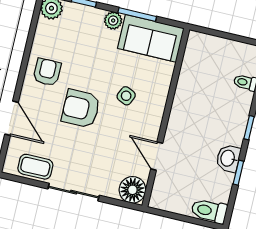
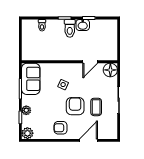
plant: (113, 21) -> (26, 110), moved
armchair: (81, 109) -> (75, 106), turned 180
coffee table: (35, 167) -> (96, 107), moved
toilet: (209, 211) -> (70, 28), moved

